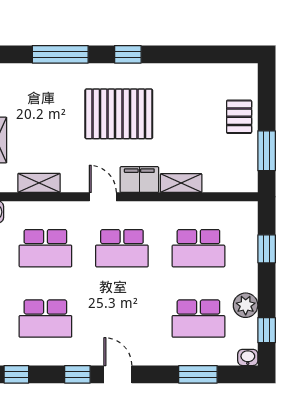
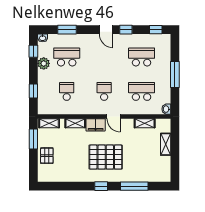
shelving: (235, 183) -> (49, 123), added
school desk: (122, 248) -> (104, 91), width x0.54
school desk: (198, 248) -> (67, 91), width x0.54

